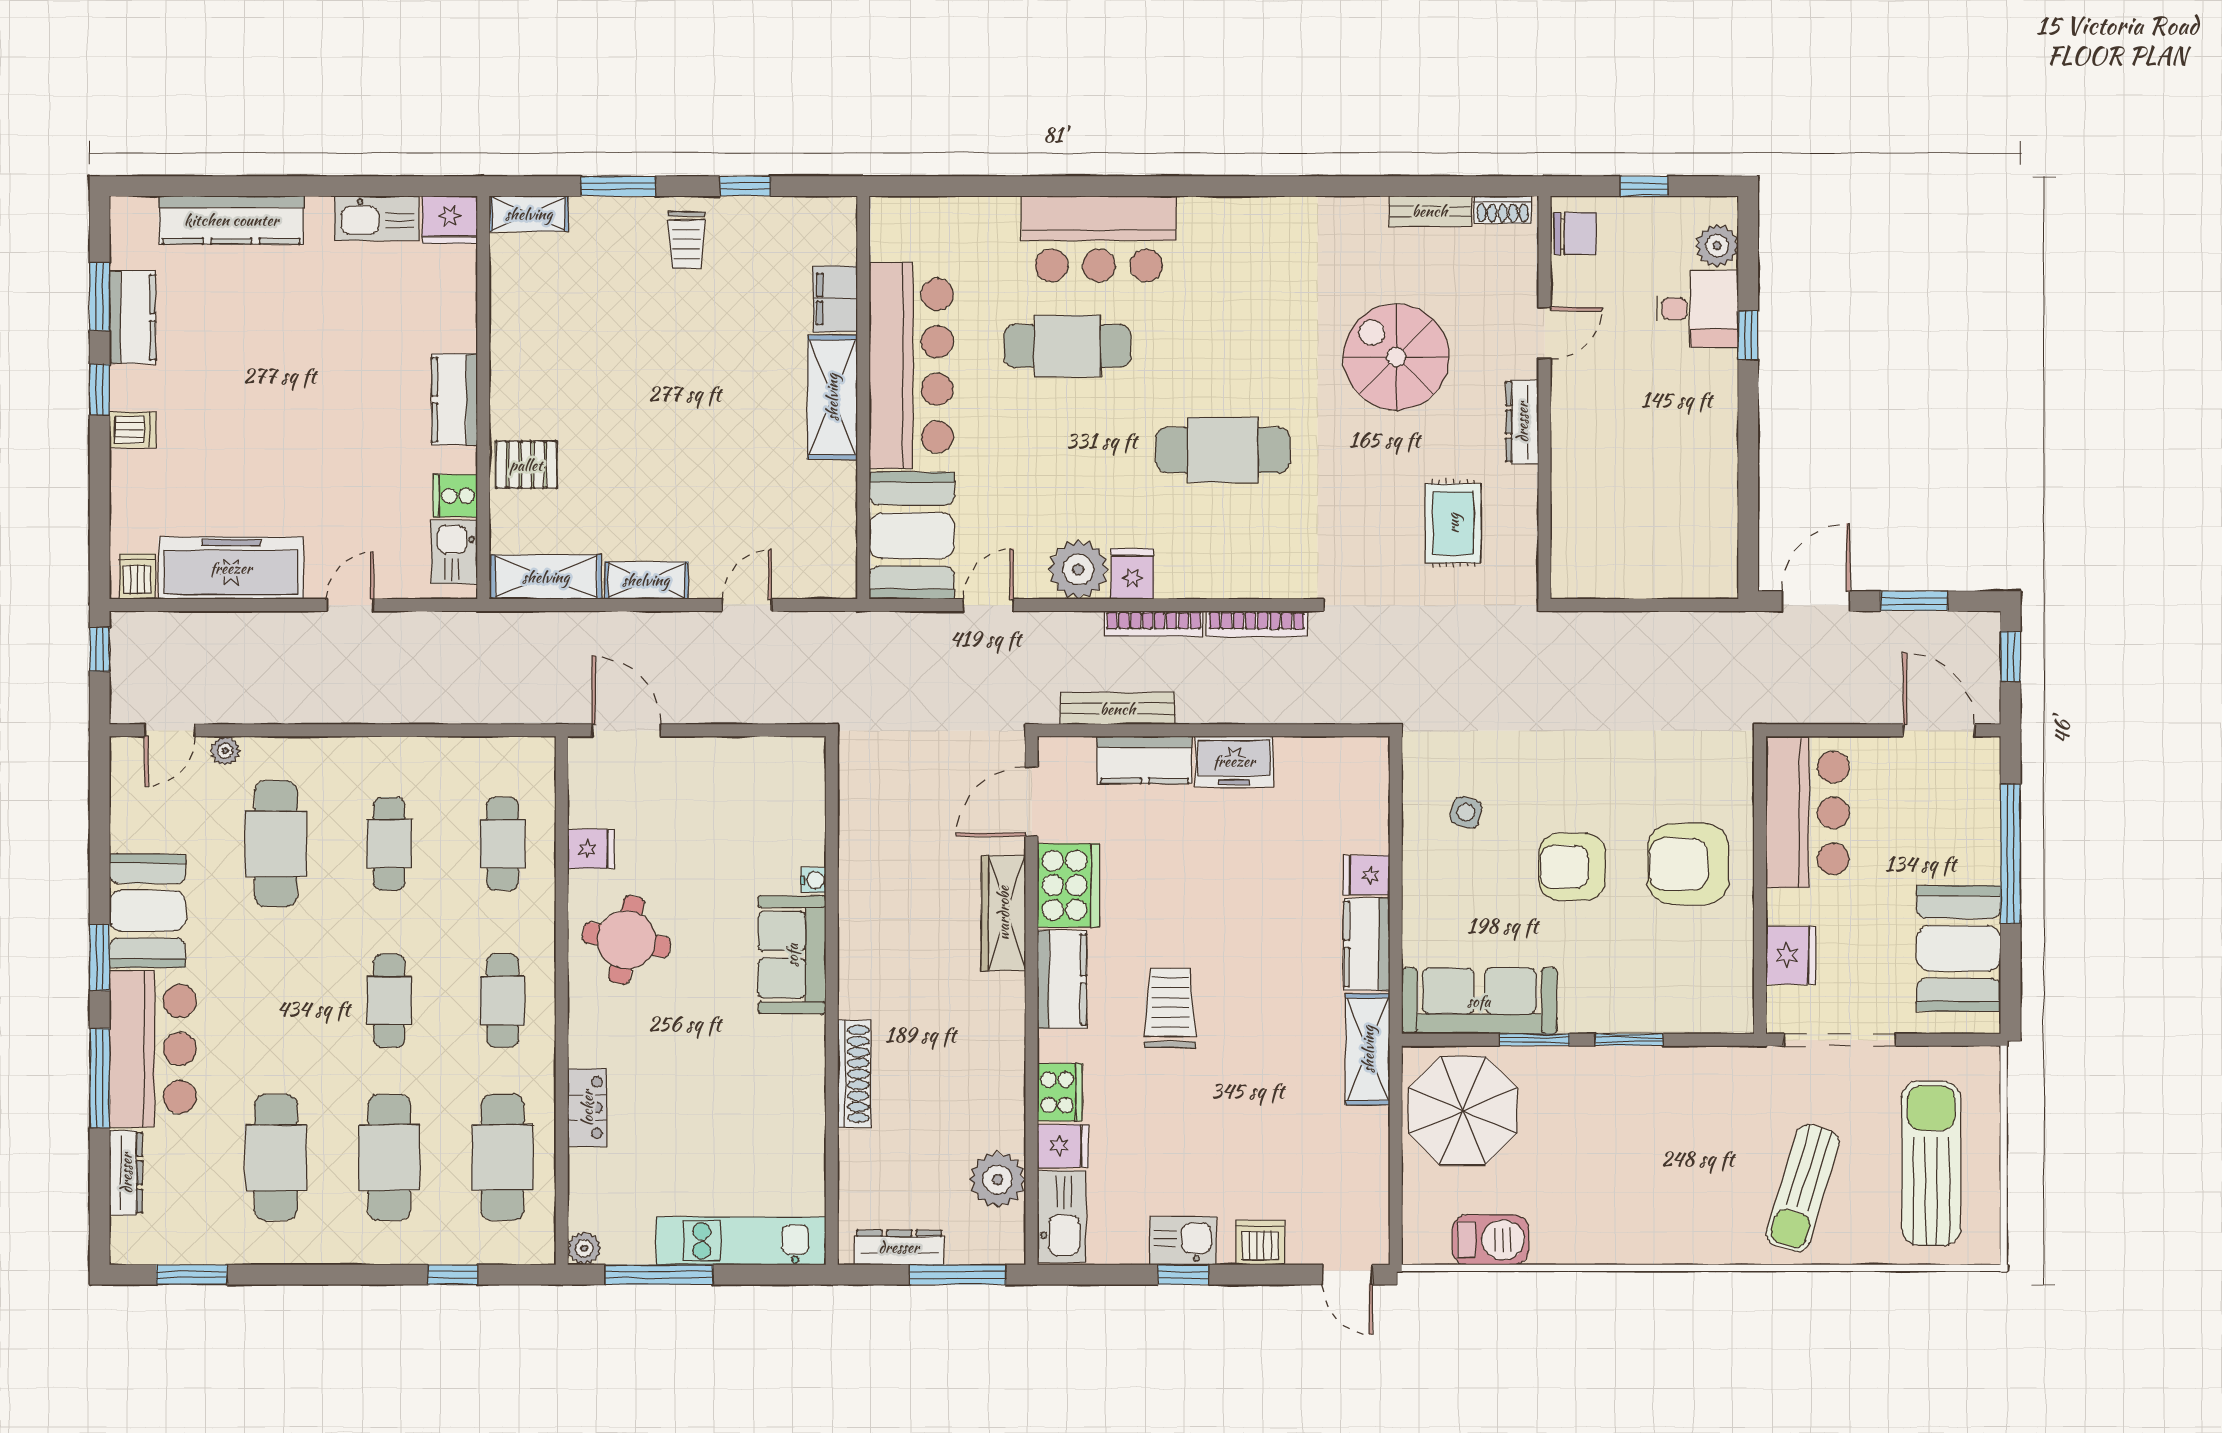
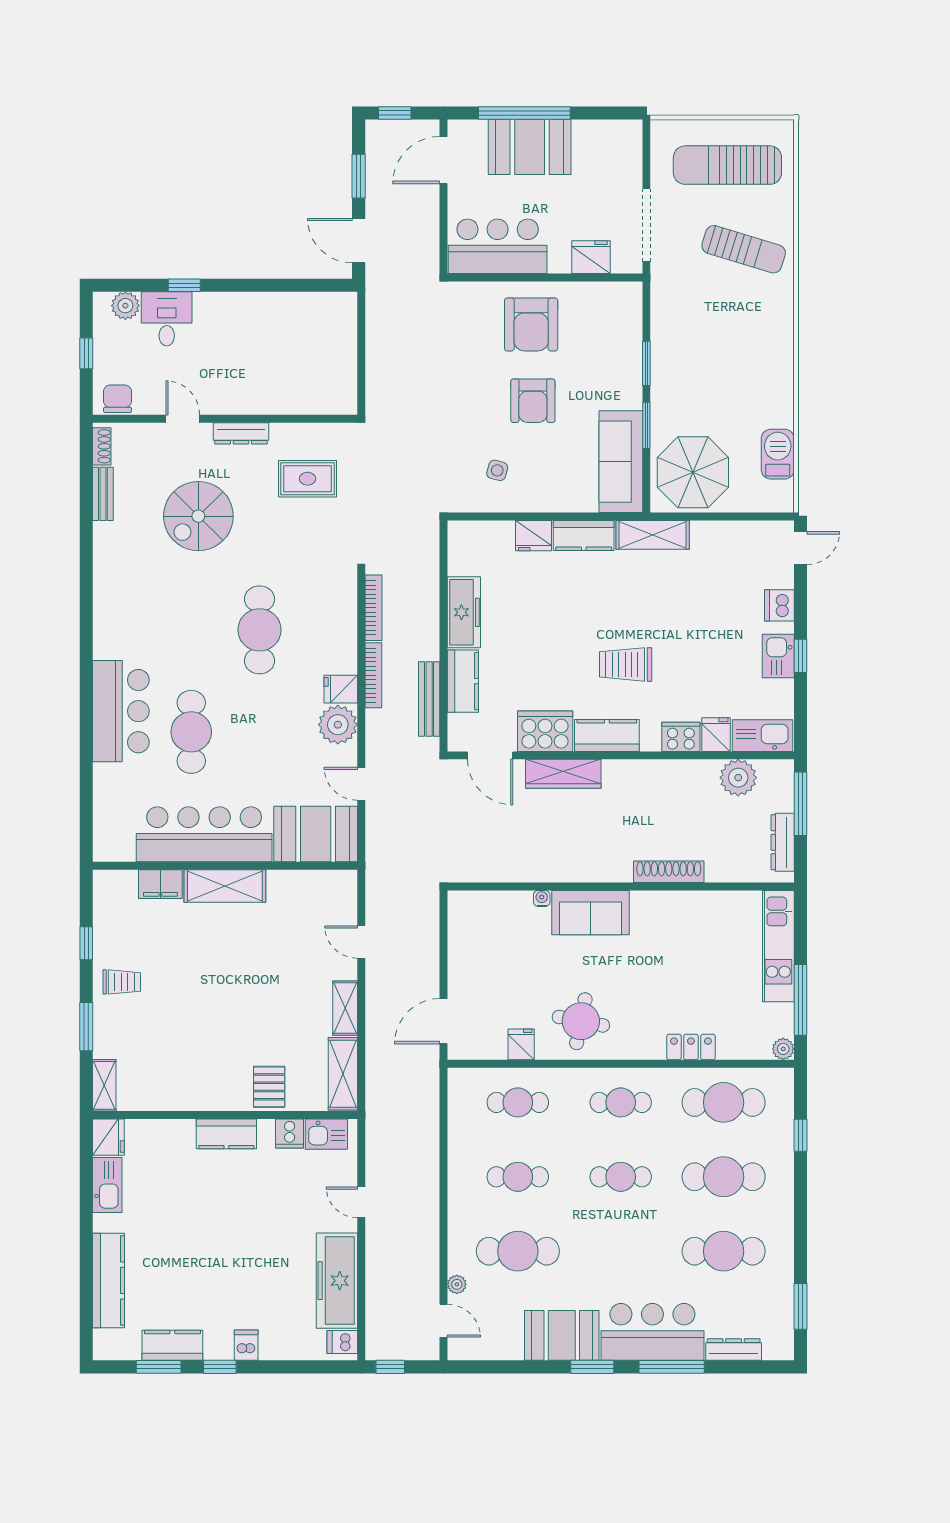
freezer: (1234, 761) -> (464, 612), width x1.40
fridge: (1366, 875) -> (534, 536), width x1.38
booth: (1959, 948) -> (530, 147), moved

